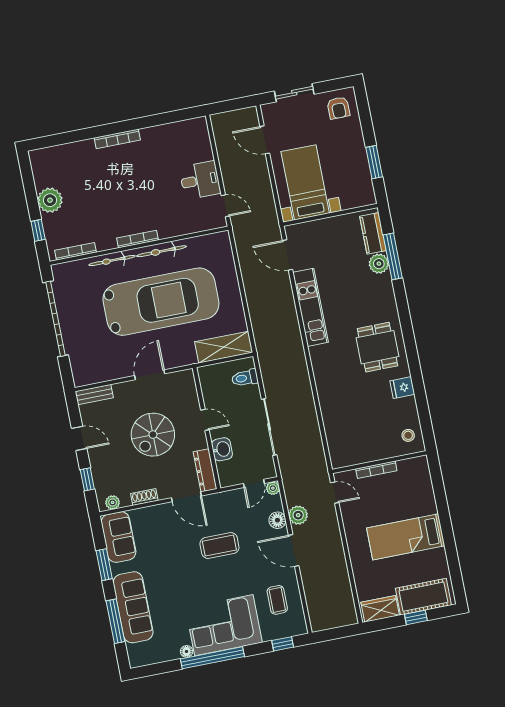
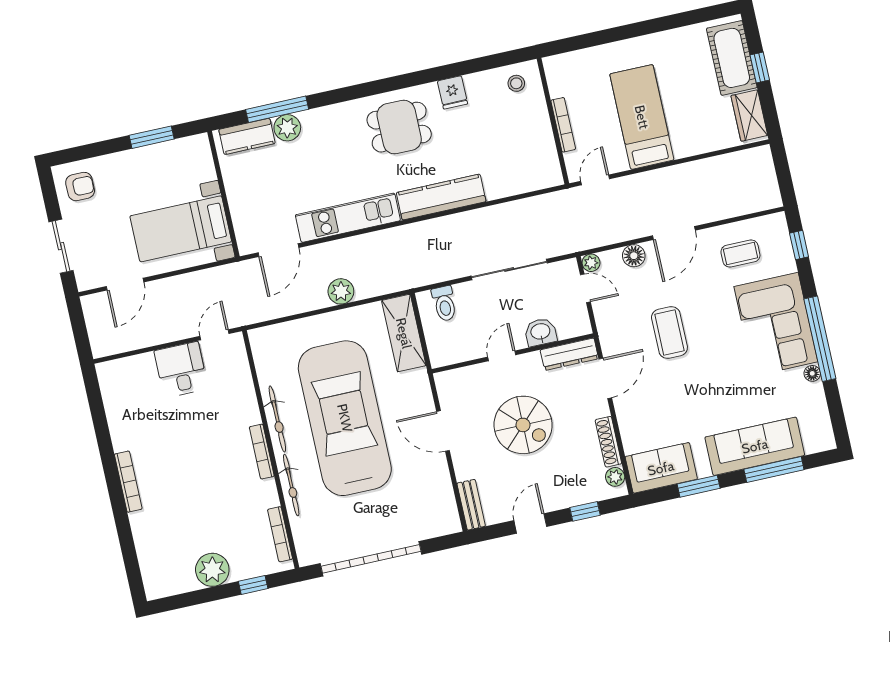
kitchen counter: (324, 377) -> (441, 197), added
shoe rack: (144, 497) -> (608, 442), width x1.43
plant: (298, 515) -> (341, 291), moved
bed: (406, 537) -> (642, 117), moved, turned 180

